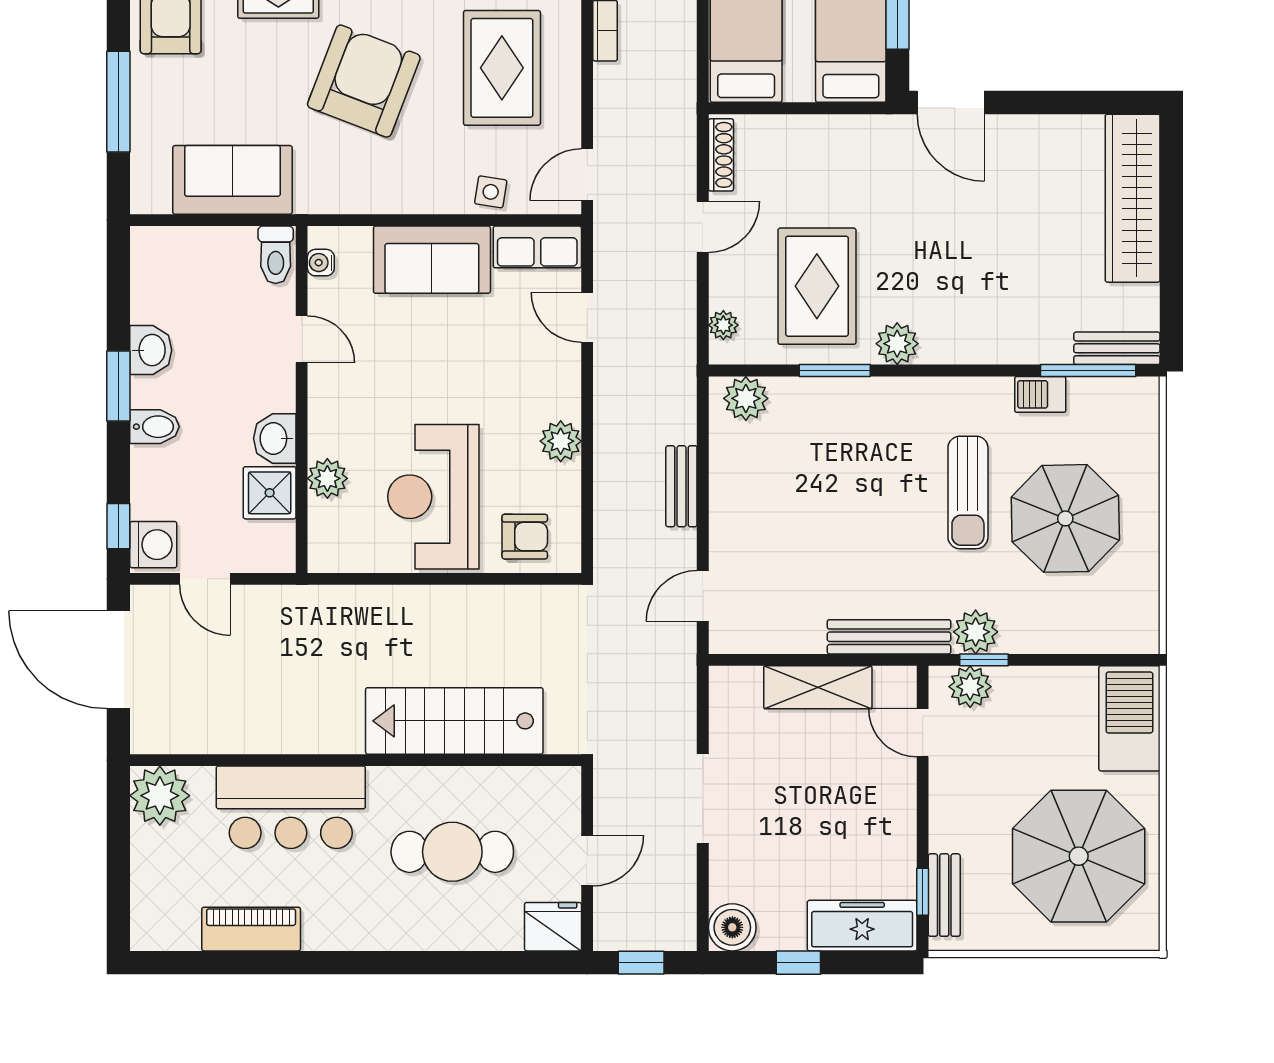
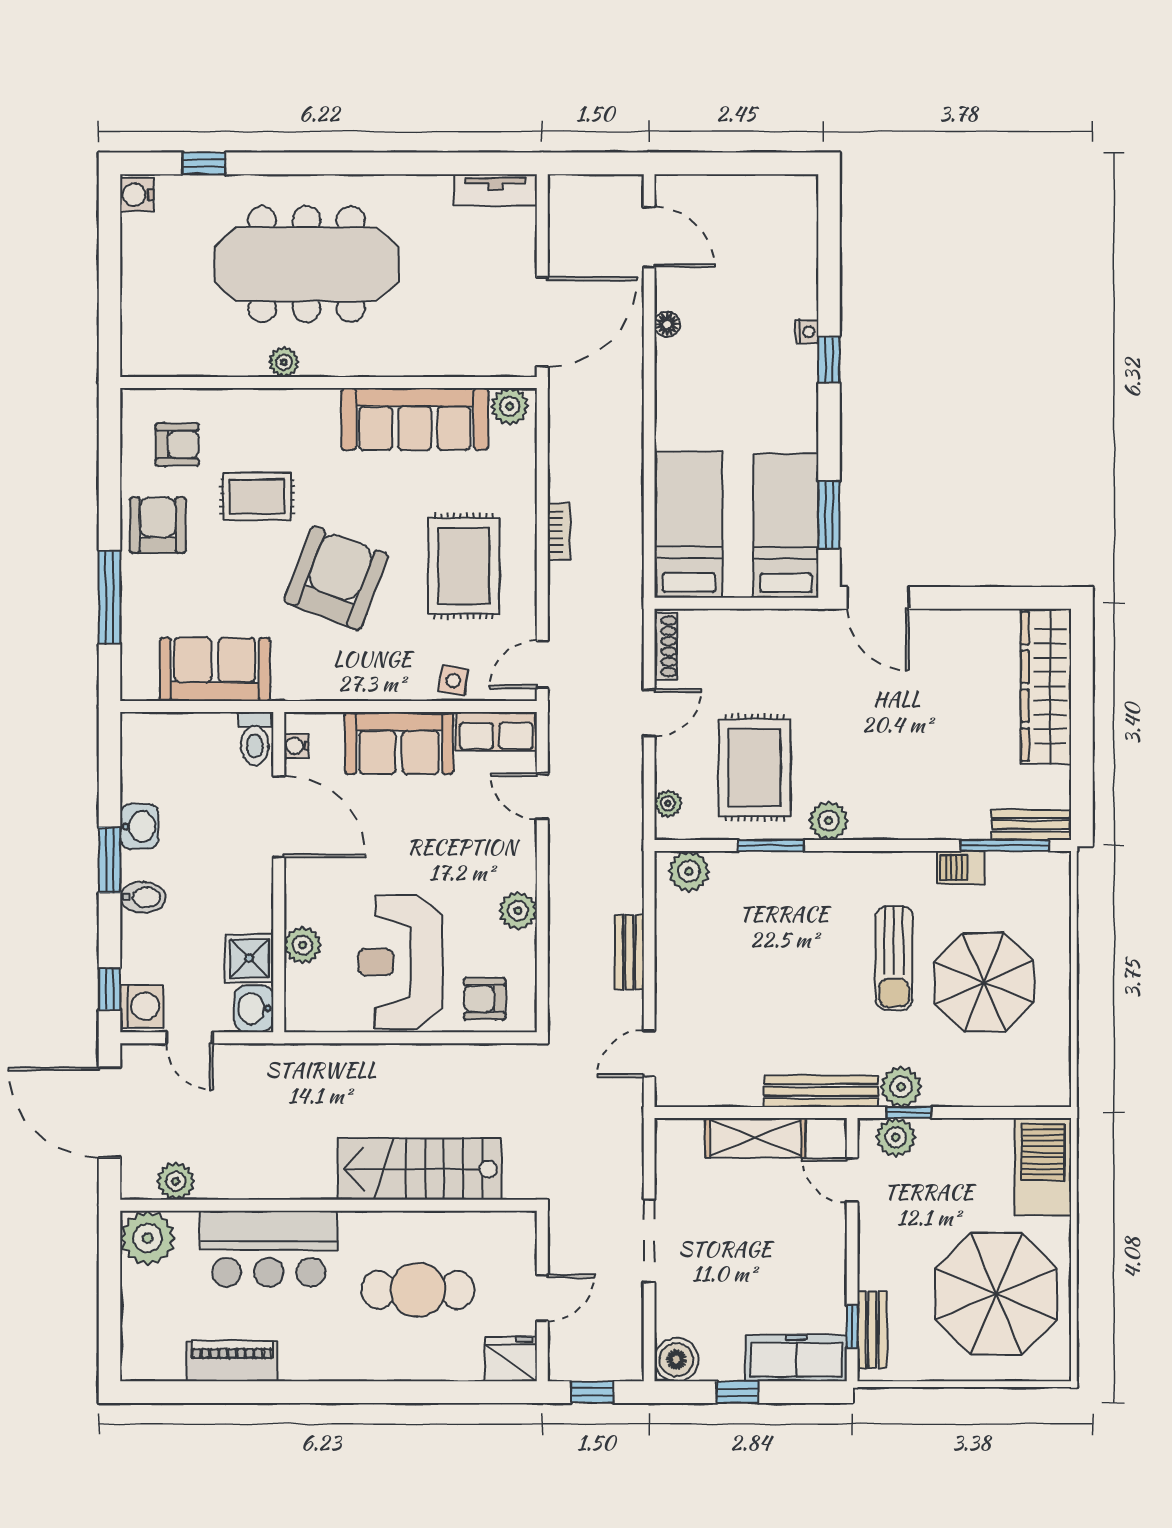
door: (302, 339) -> (279, 817), width x1.88
washbasin: (275, 438) -> (254, 1008), moved
armchair: (525, 537) -> (485, 999), turned 180
plant: (190, 734) -> (176, 1181), added

